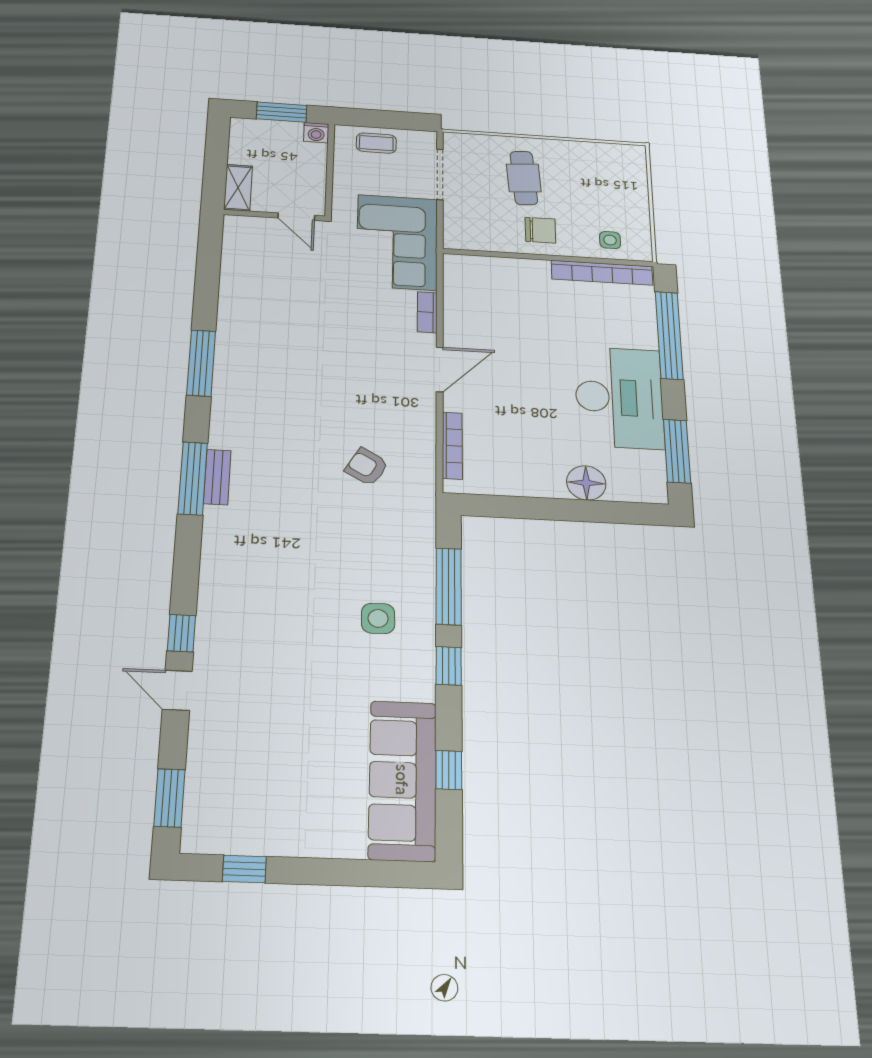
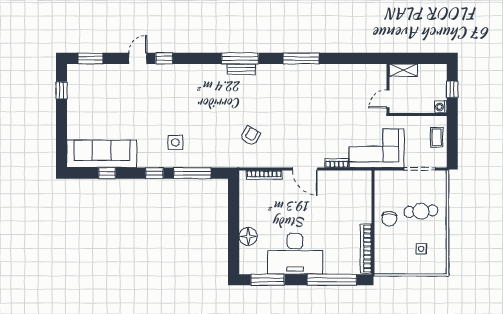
window: (282, 112) -> (452, 89), width x0.67
side table: (610, 240) -> (421, 249), moved

